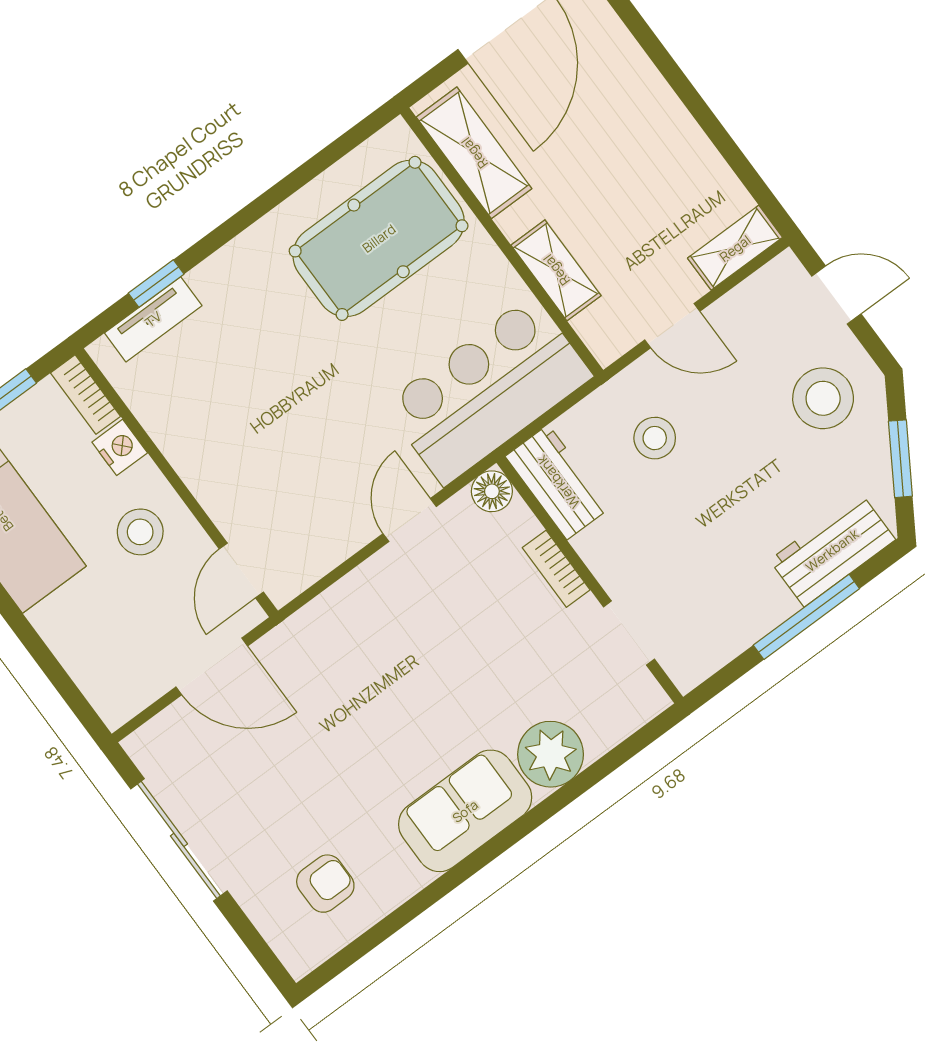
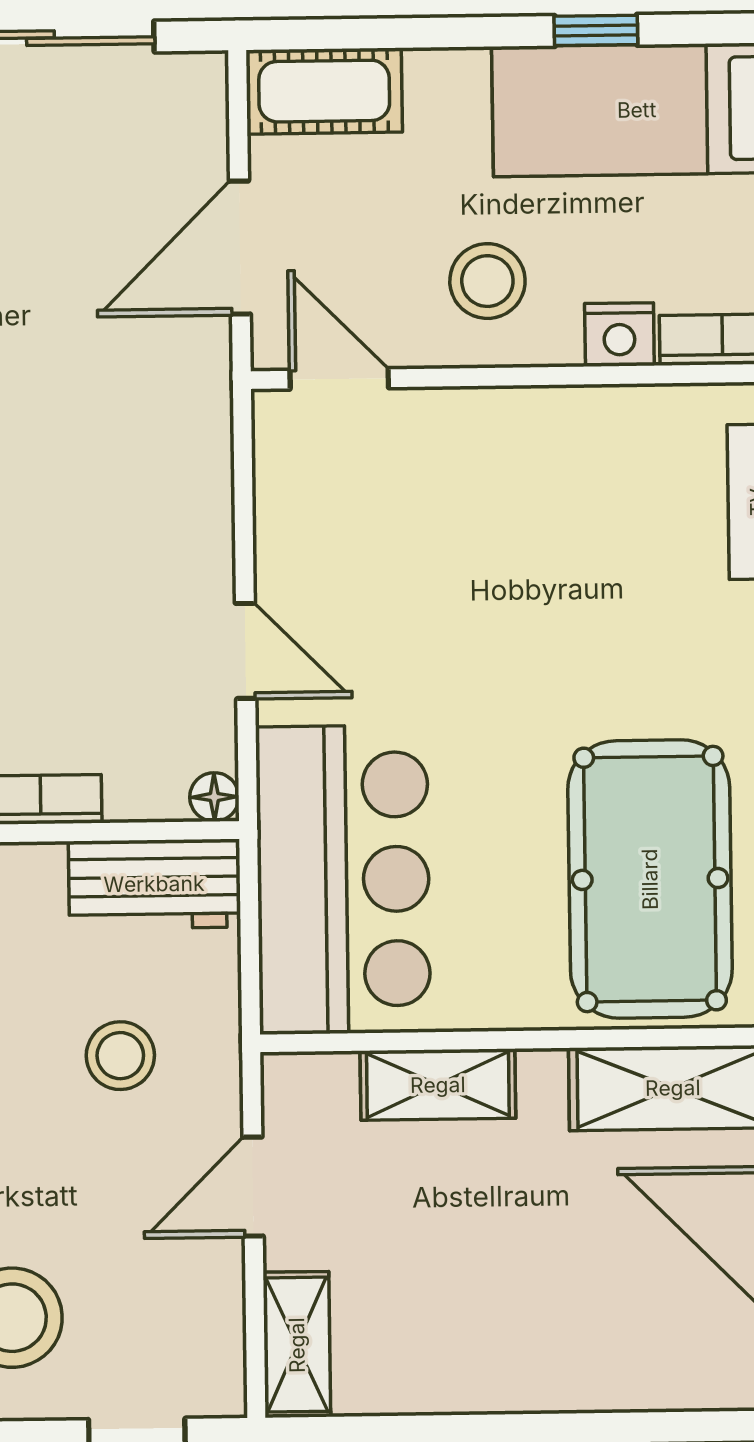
floor lamp: (492, 491) -> (214, 797), width x0.73, depth x0.73
cot: (104, 680) -> (324, 91), added

